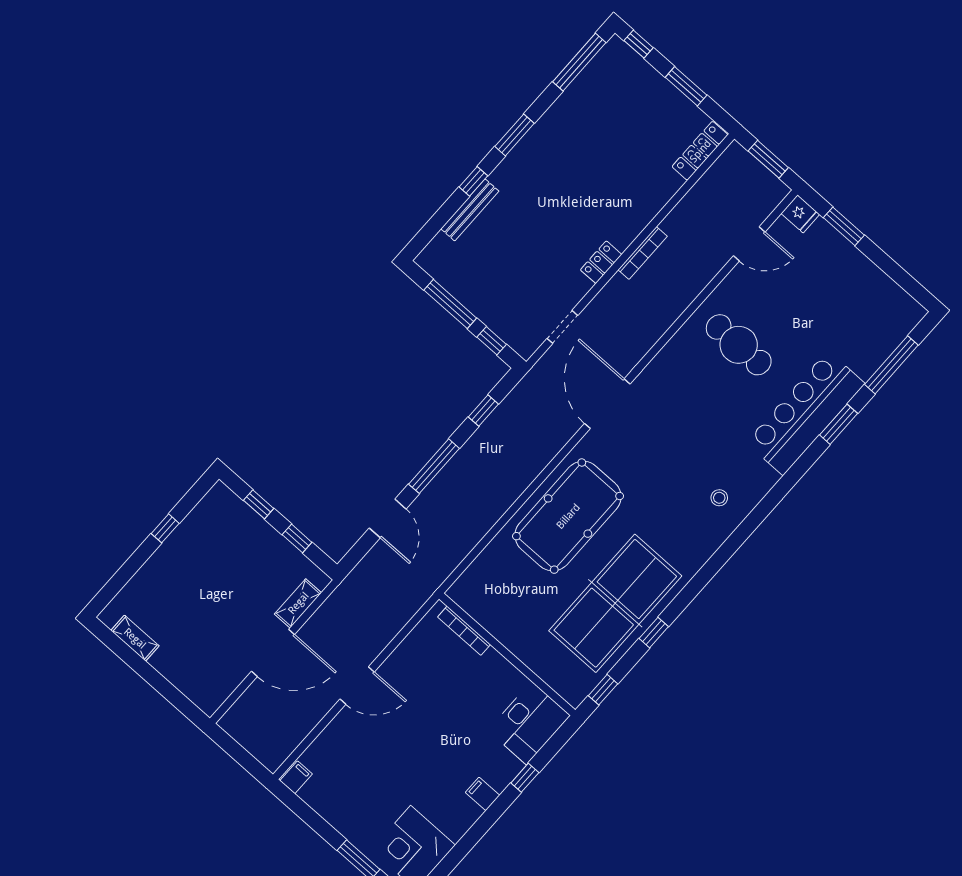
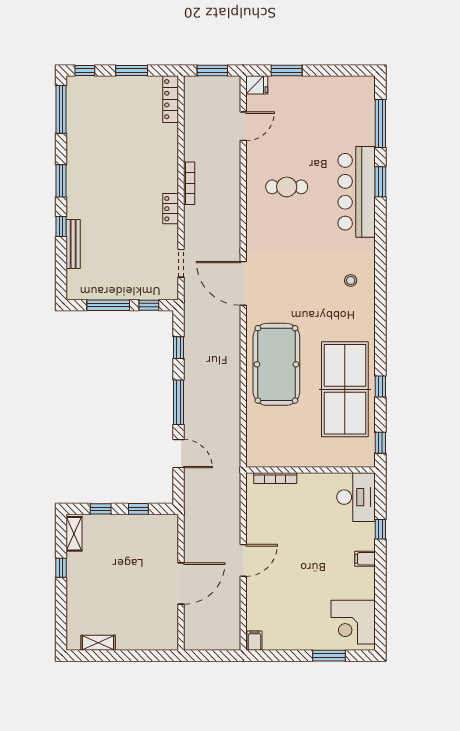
cafe table: (739, 345) -> (287, 187), width x0.73, depth x0.74
shelving: (298, 603) -> (74, 534), moved

